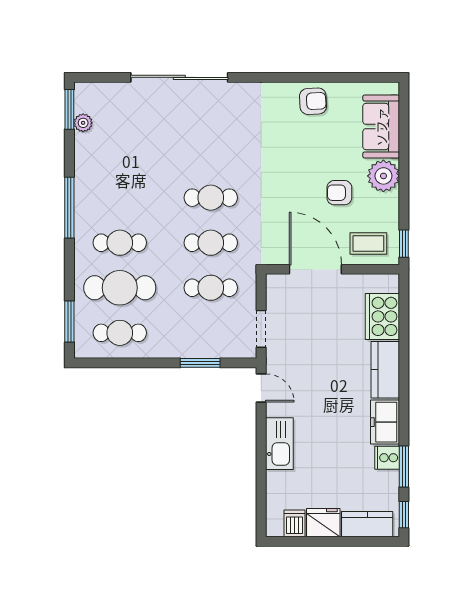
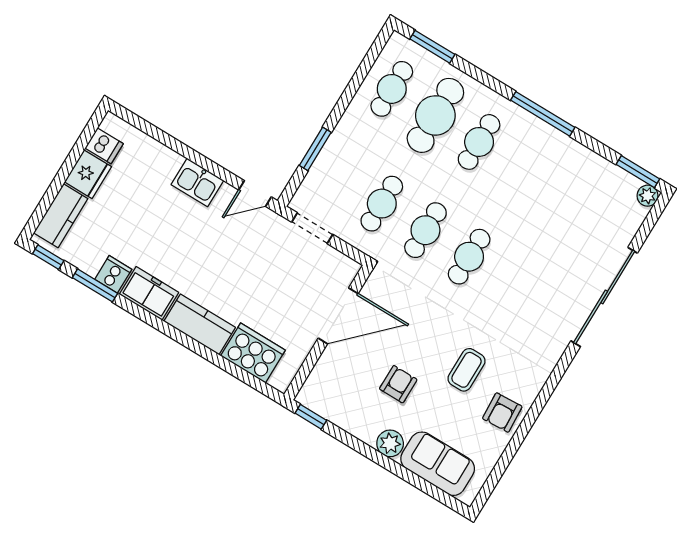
plant: (83, 123) -> (647, 196), moved
plant: (383, 176) -> (390, 443), width x0.73, depth x0.73
coffee table: (368, 244) -> (467, 370), moved
kitchen sink: (279, 444) -> (197, 182), width x0.73

